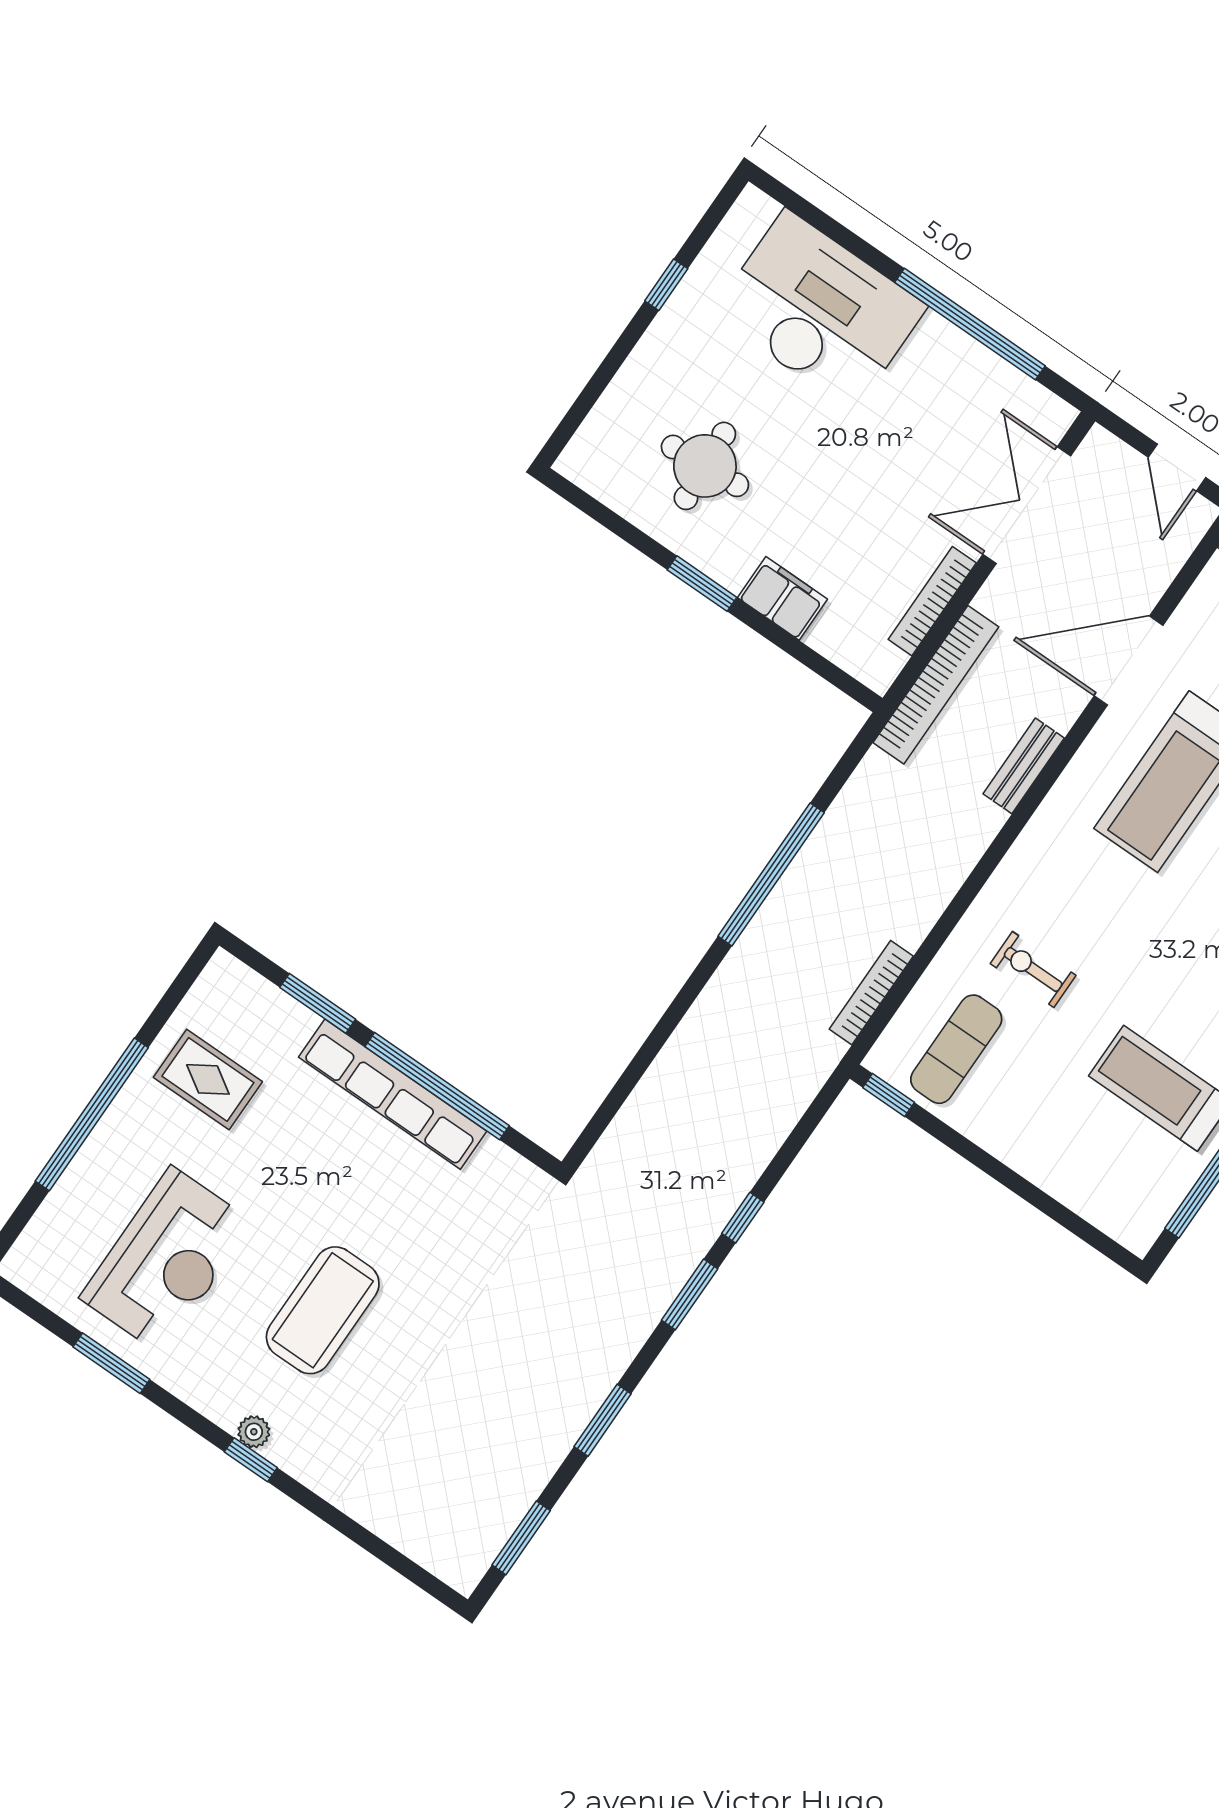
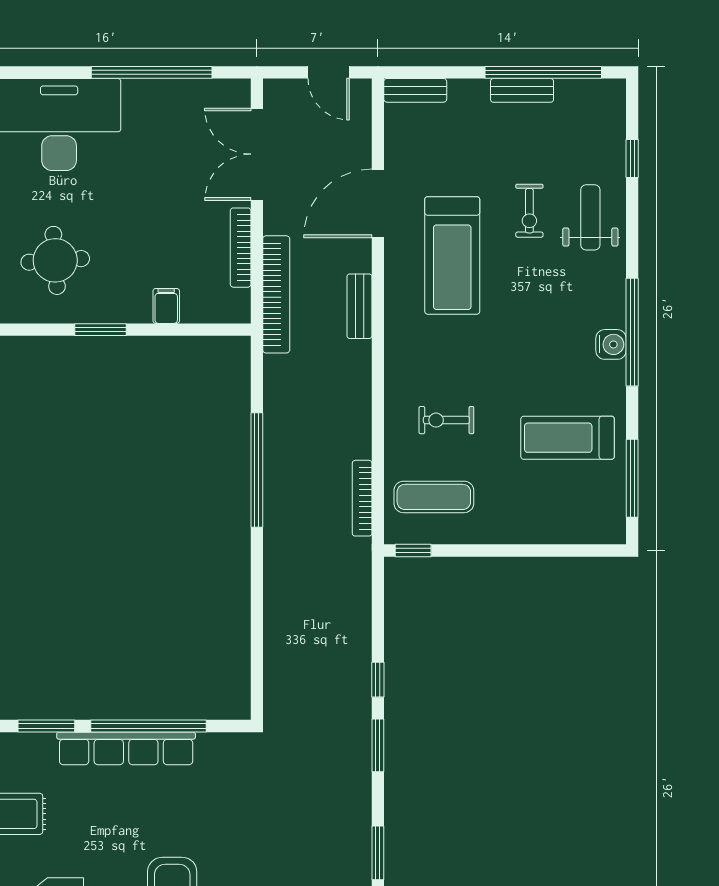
filing cabinet: (782, 598) -> (166, 306), width x0.50
exercise mat: (956, 1049) -> (434, 497), turned 90

